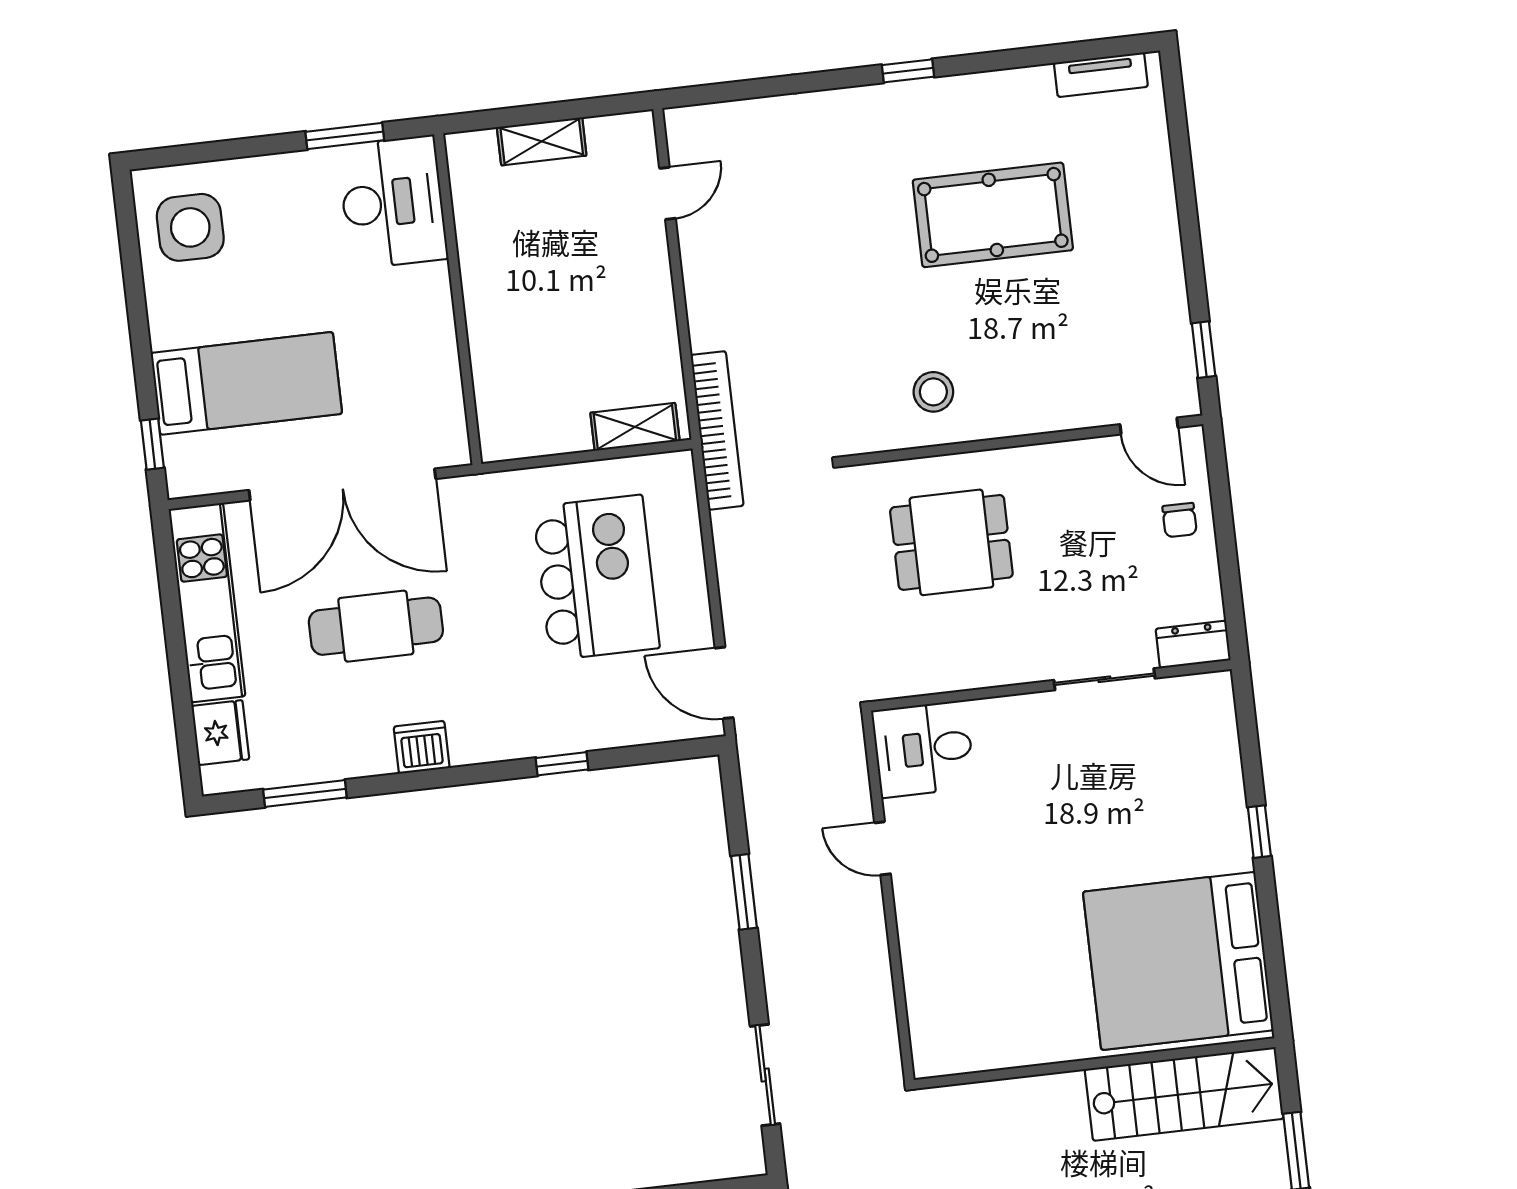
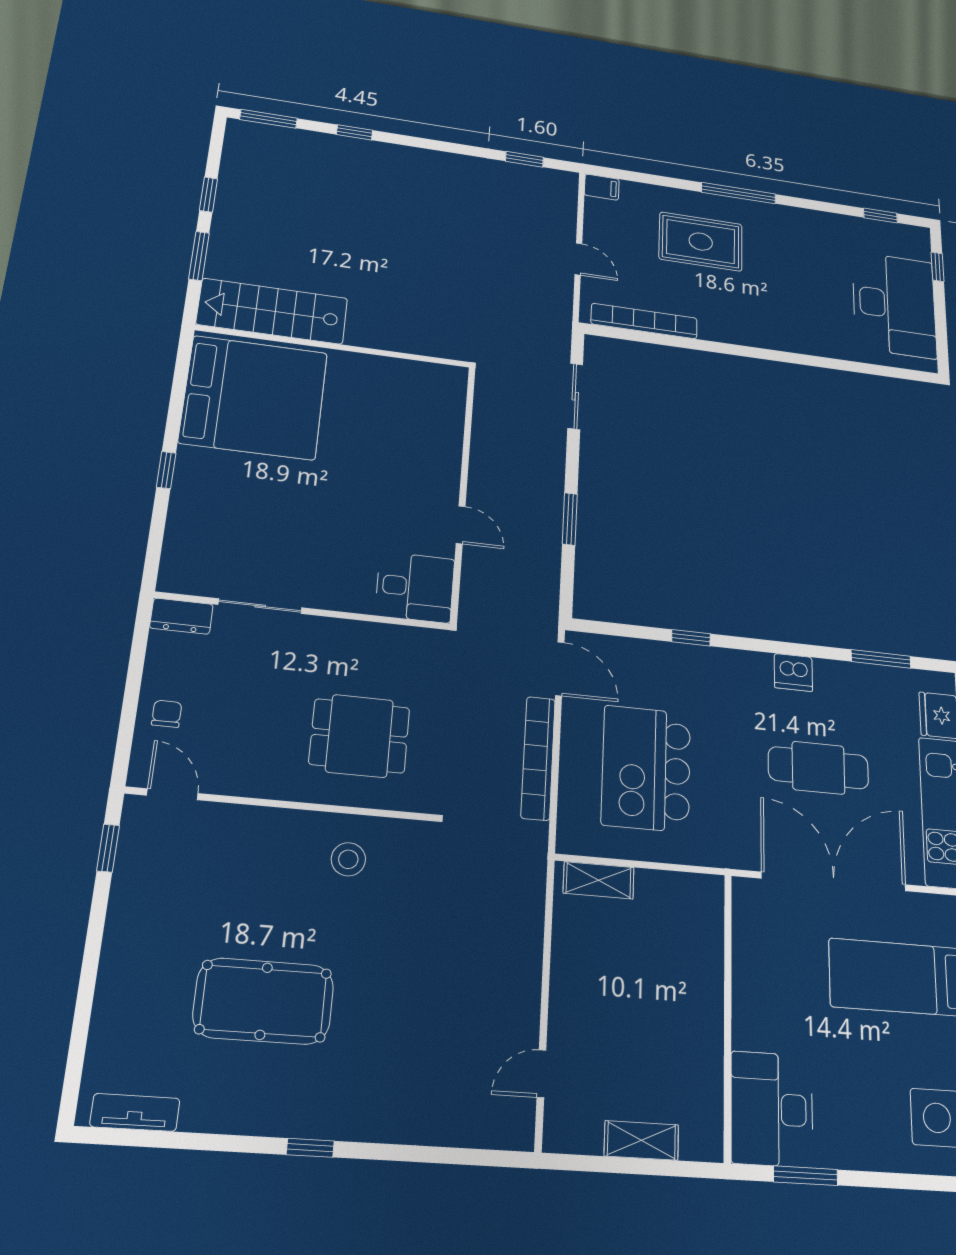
bookcase: (717, 430) -> (538, 758), moved

